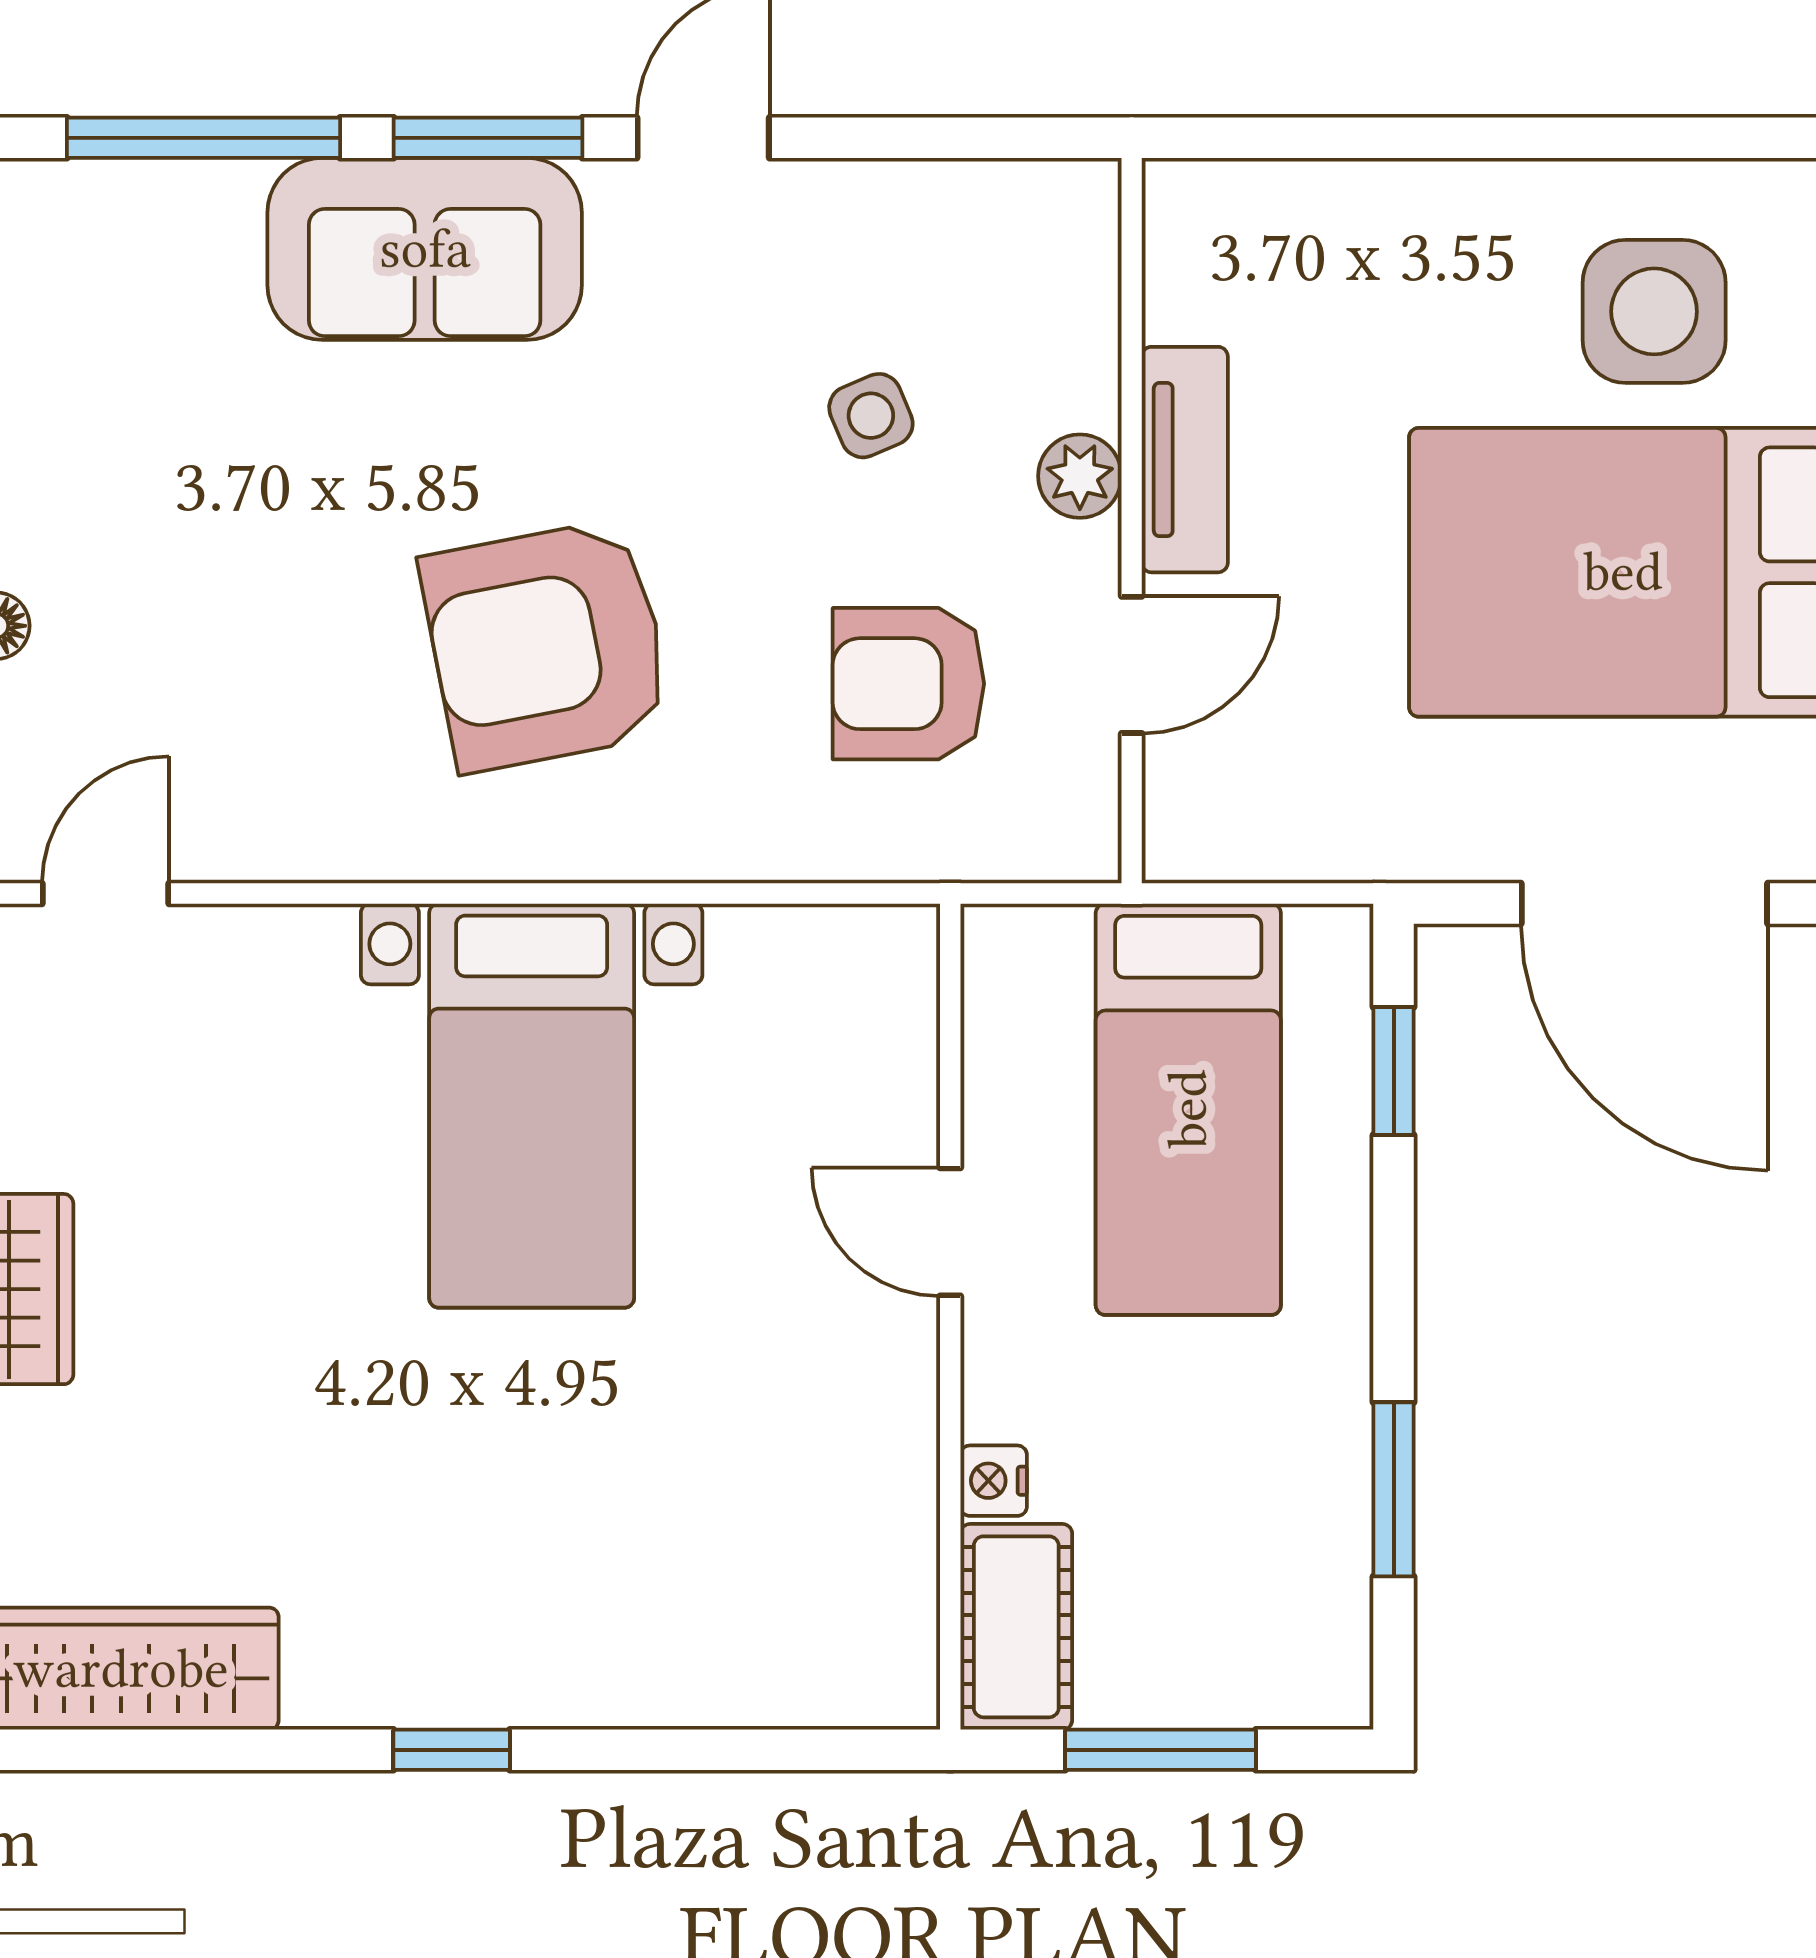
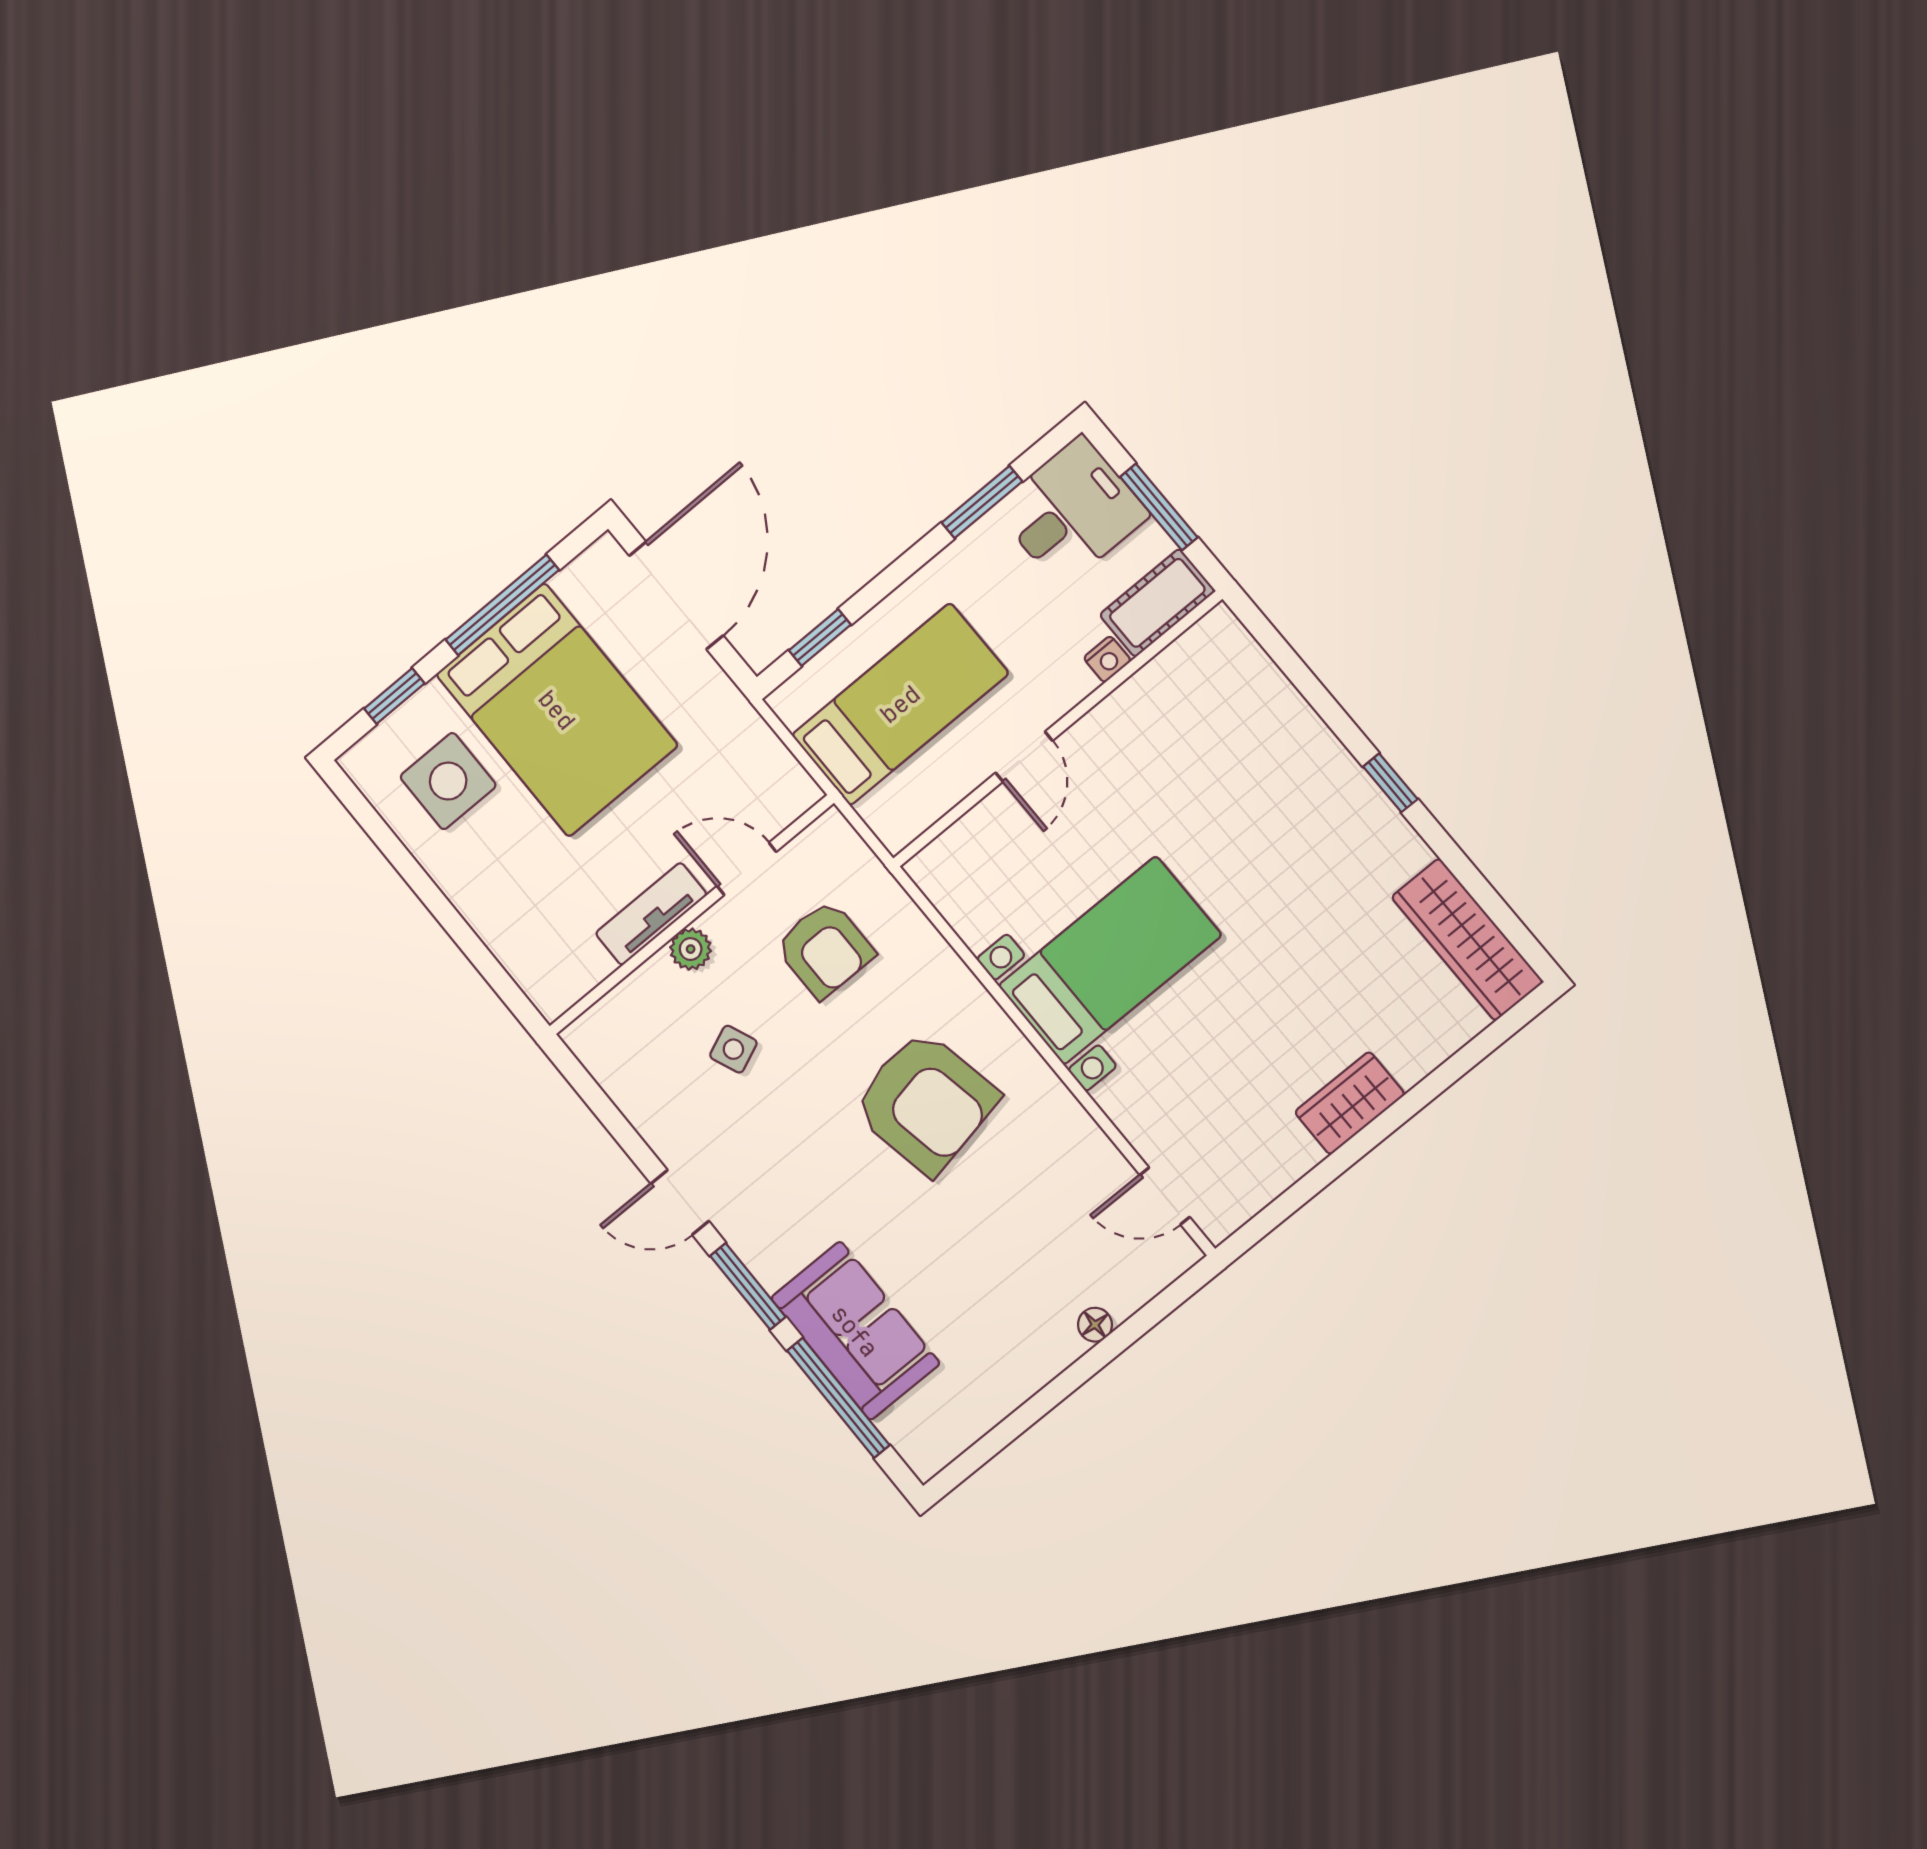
sofa: (425, 249) -> (855, 1331), moved
desk: (1265, 1613) -> (1071, 511), added

